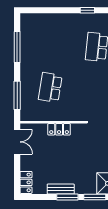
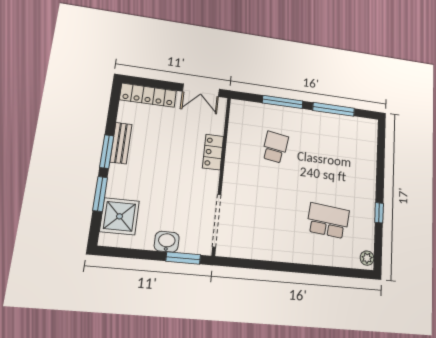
school desk: (50, 87) -> (275, 147), width x0.54
window: (17, 95) -> (283, 102), moved
locker: (26, 182) -> (148, 95), width x1.53

